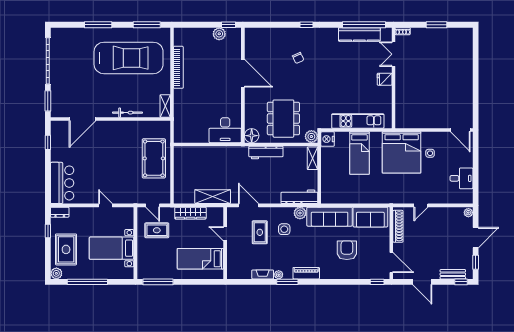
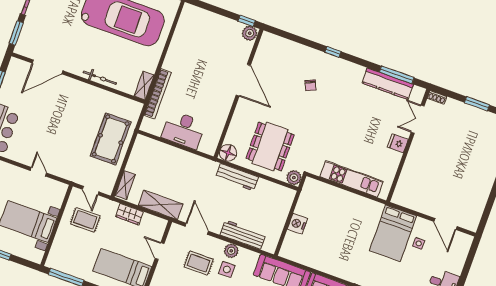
window: (364, 25) -> (397, 75), width x0.68
plant: (219, 34) -> (250, 33), moved
bookcase: (178, 67) -> (158, 94), moved
desk: (225, 130) -> (183, 130), moved
door: (460, 130) -> (445, 224), moved
nightstand: (328, 139) -> (297, 224), moved
bed: (402, 152) -> (393, 233), width x0.73
bed: (359, 153) -> (340, 215), removed
shelving: (313, 158) -> (125, 185), moved
workbench: (299, 197) -> (243, 235), moved
wardrobe: (190, 213) -> (129, 214), width x0.67
plant: (300, 213) -> (231, 251), moved
rug: (260, 232) -> (199, 263), turned 90

